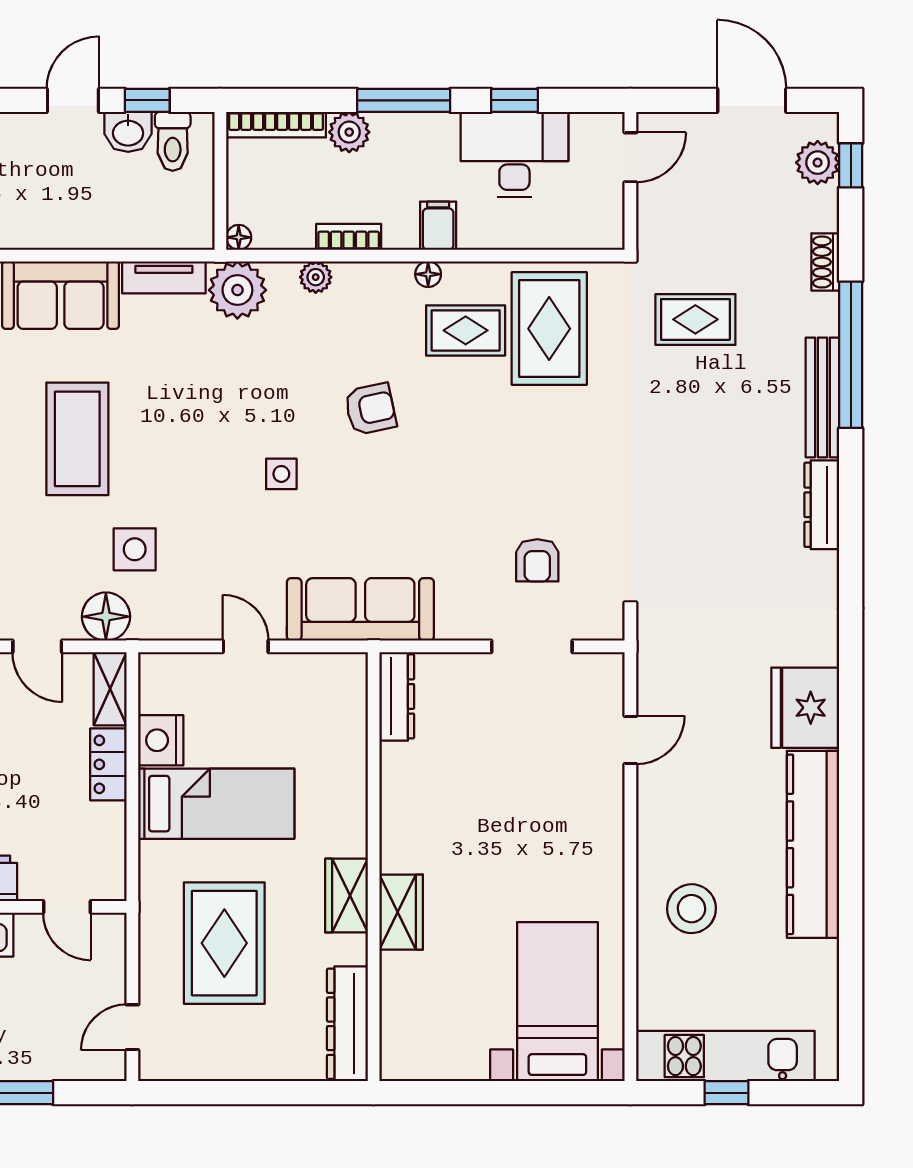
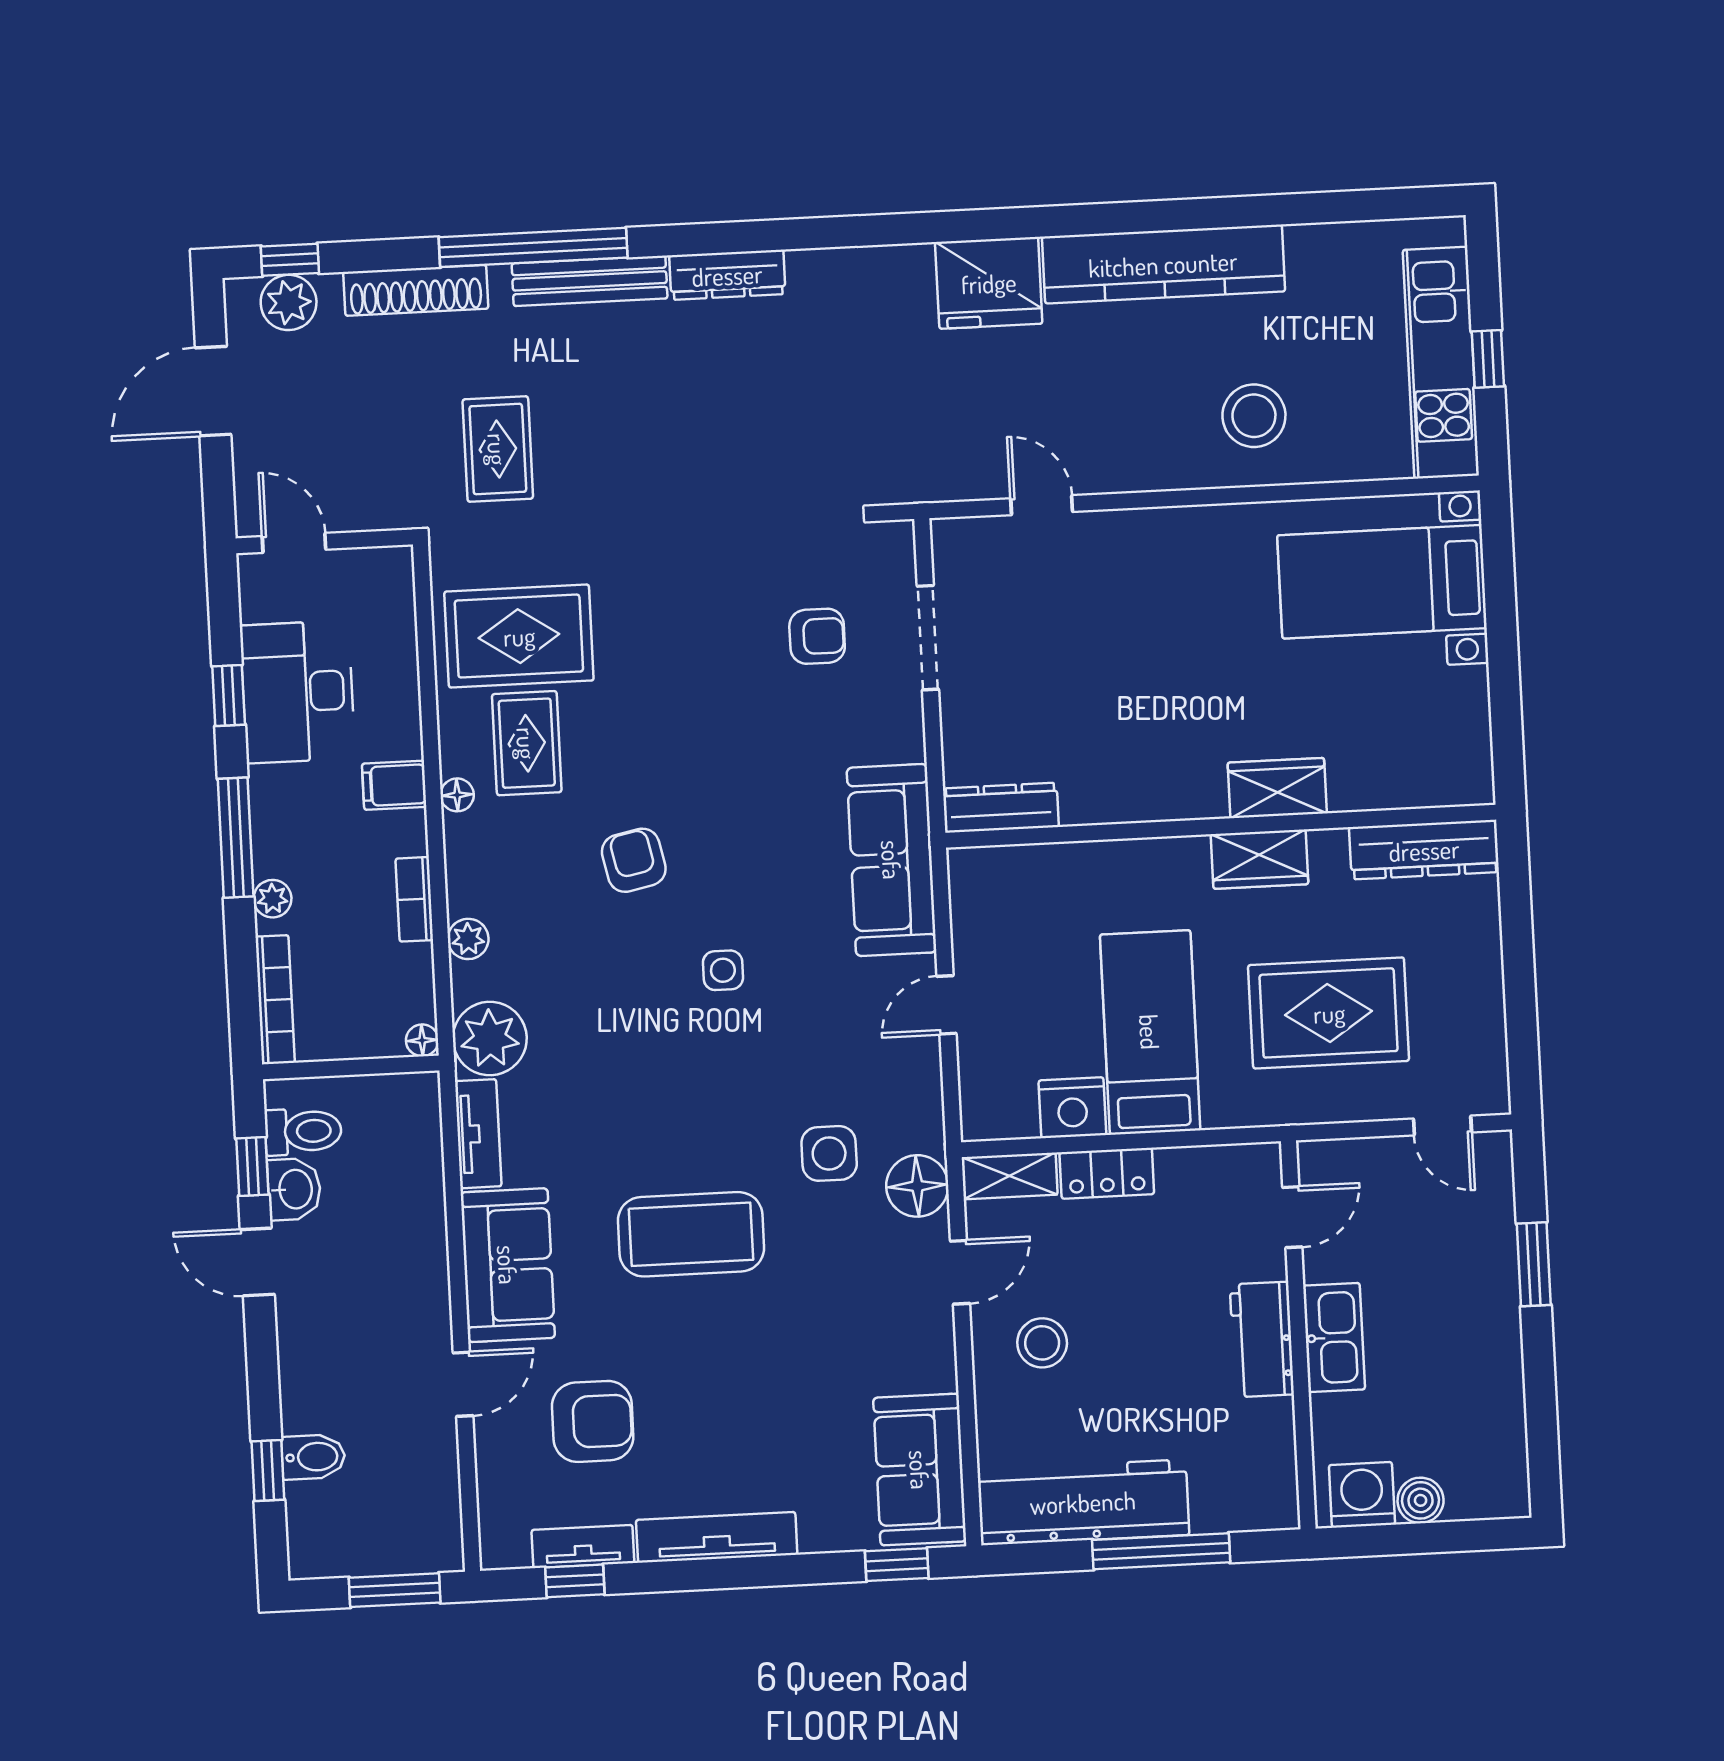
plant: (349, 132) -> (272, 899), width x0.73, depth x0.73
shoe rack: (825, 262) -> (416, 290), width x1.94, depth x1.24

